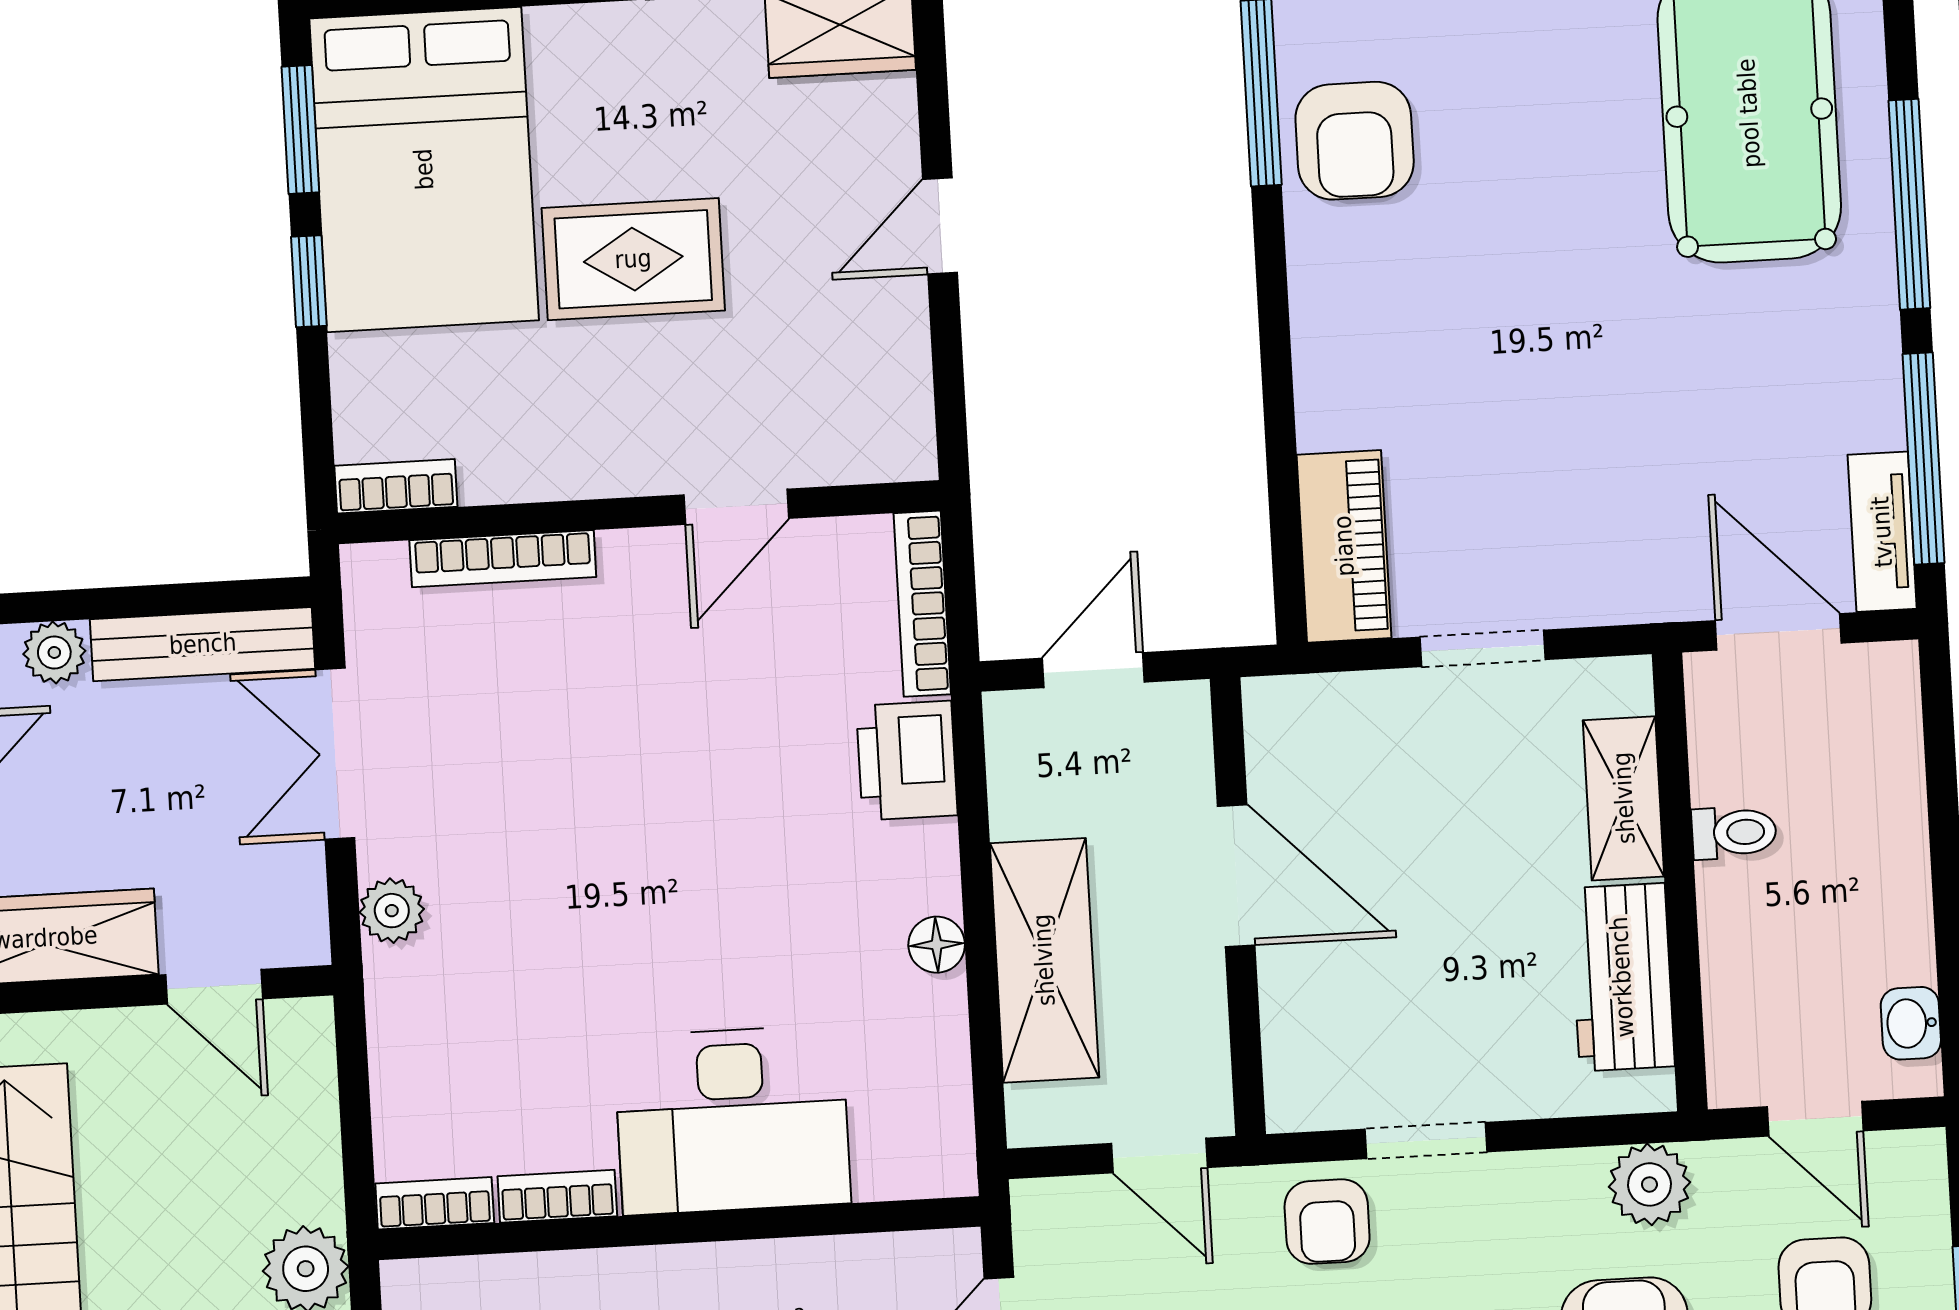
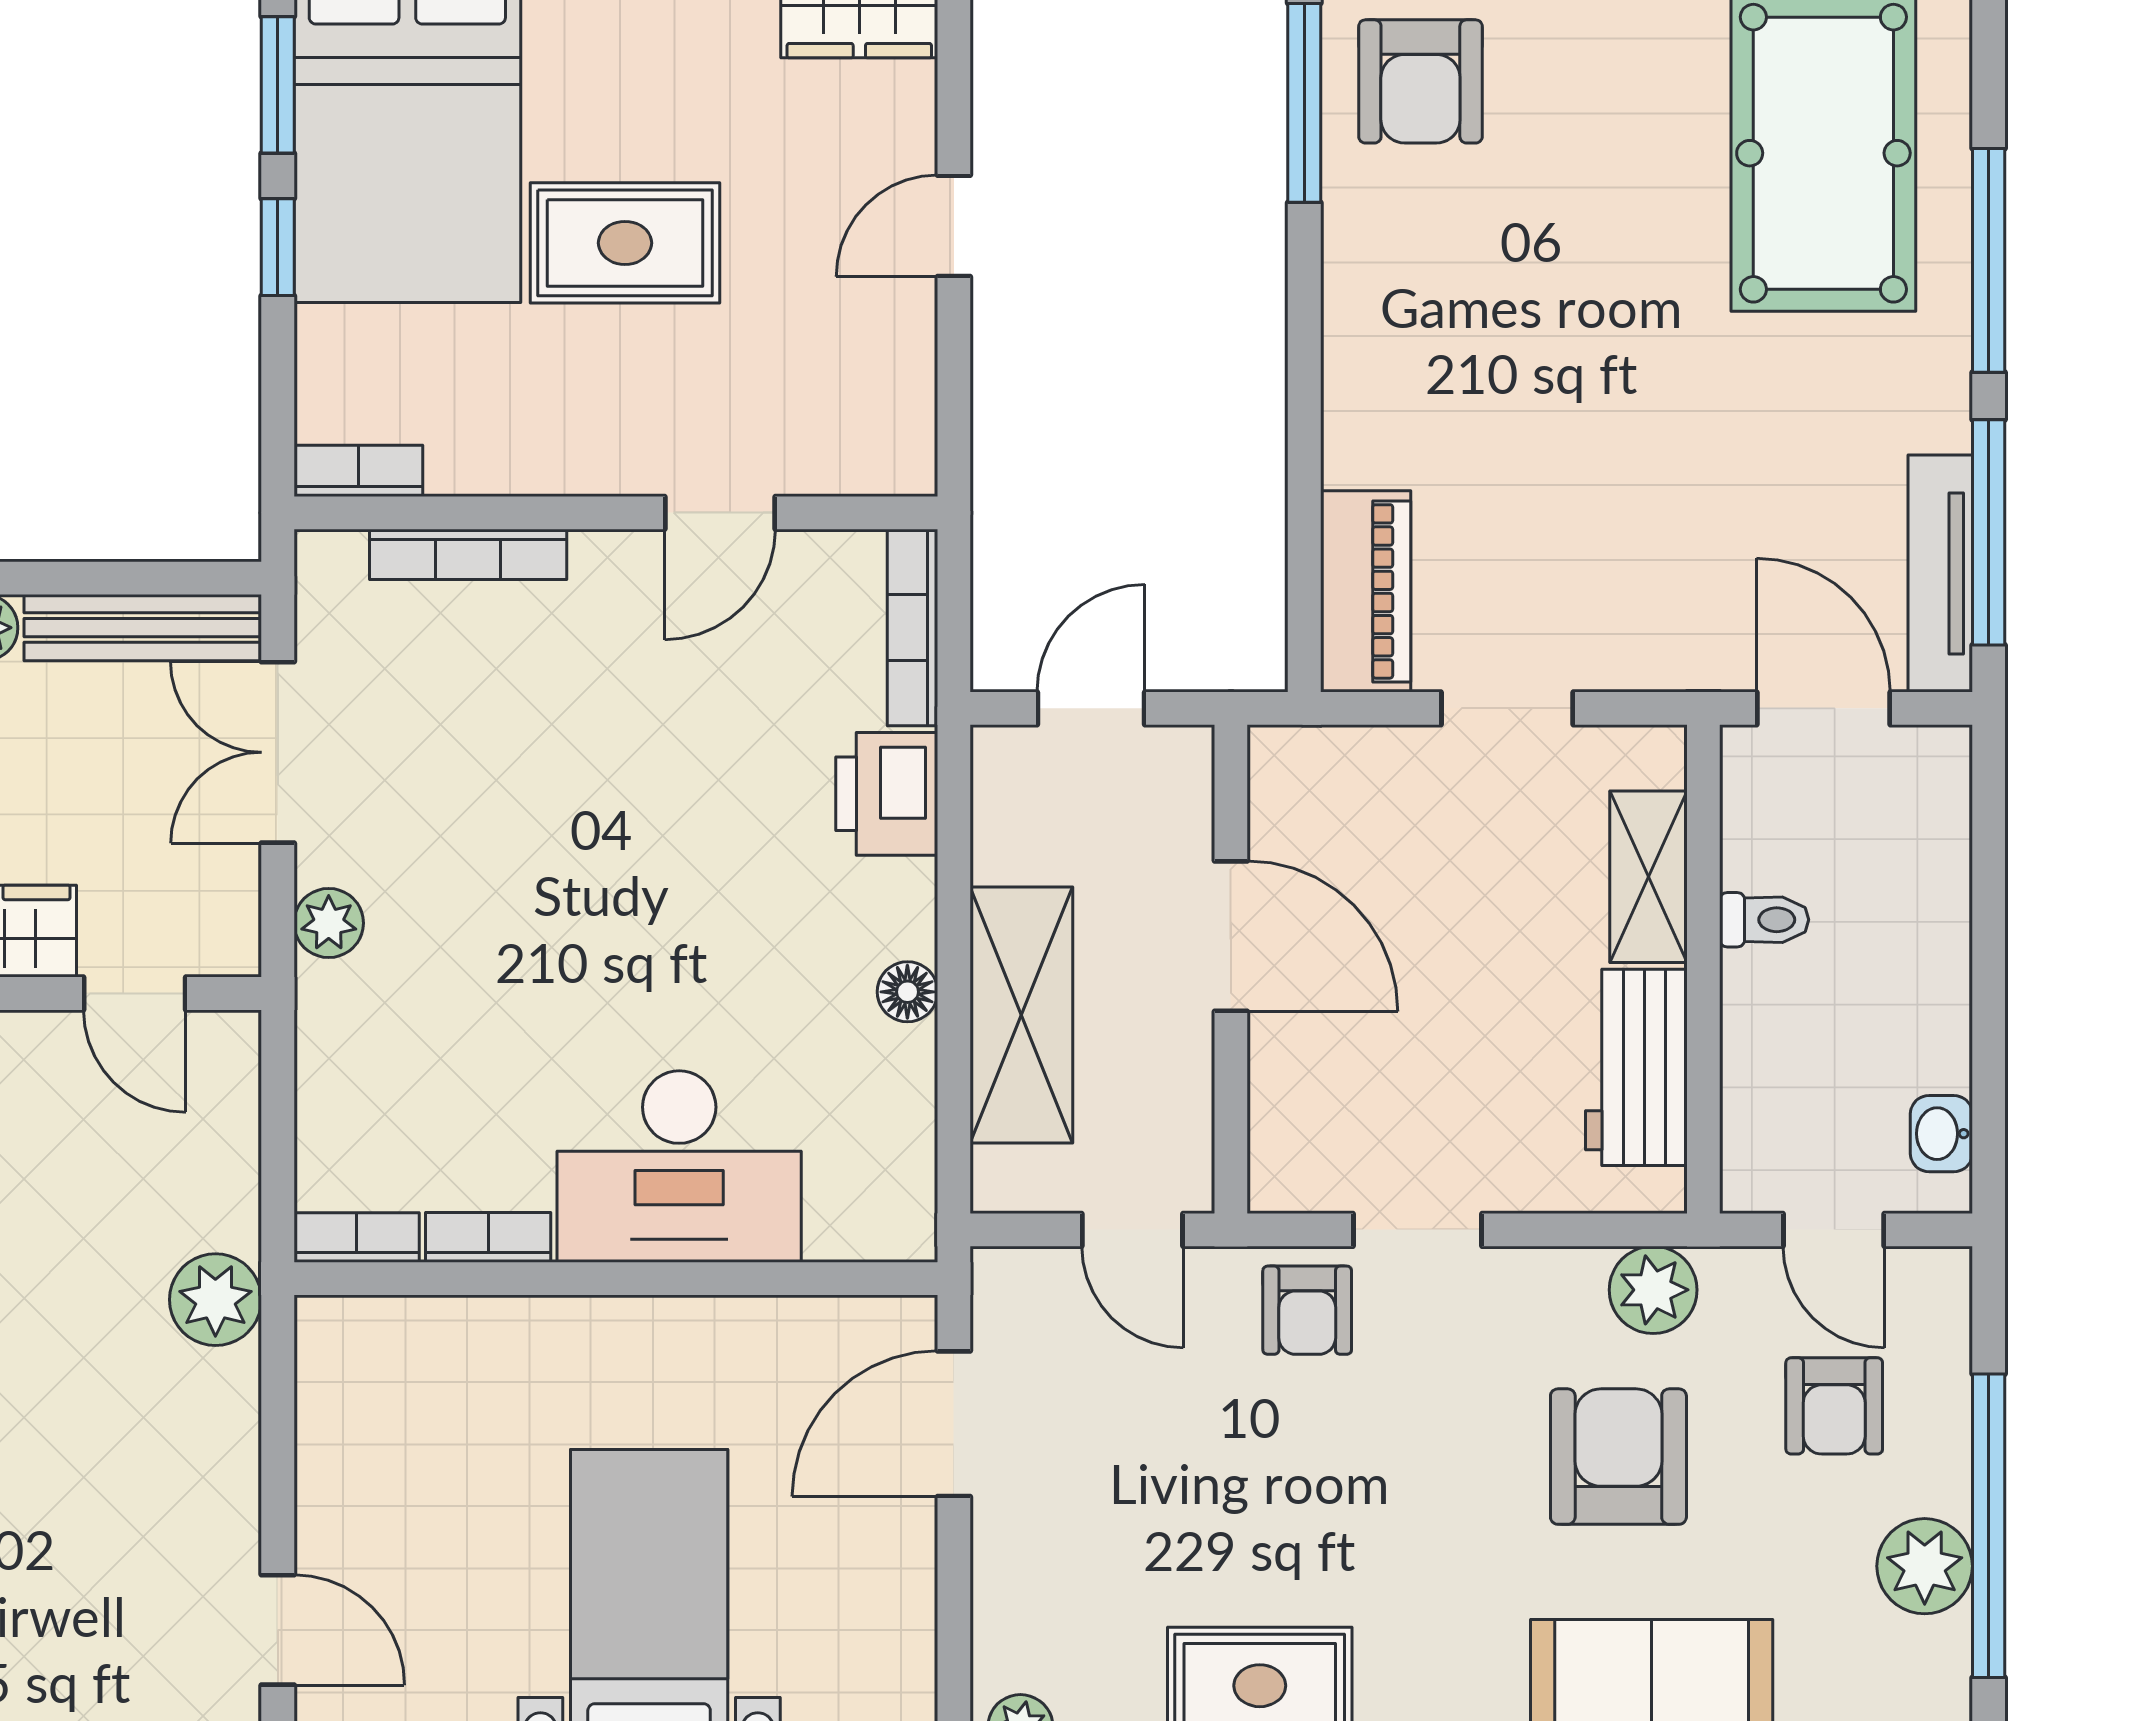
armchair: (1355, 141) -> (1420, 81), moved
tv unit: (1882, 532) -> (1940, 573), width x1.41

